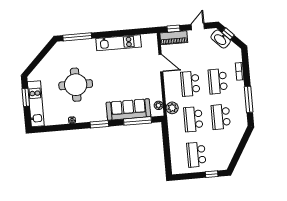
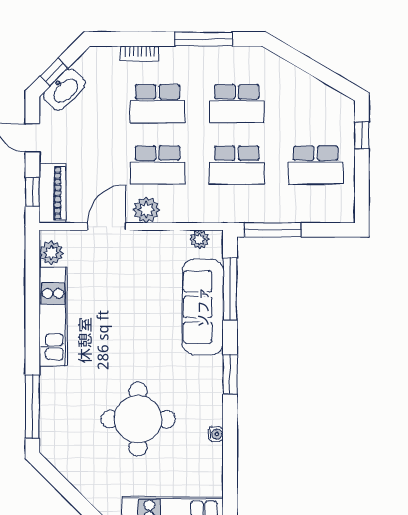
plant: (147, 39) -> (51, 253), added
plant: (172, 108) -> (146, 210), moved
window: (166, 138) -> (273, 230), added

